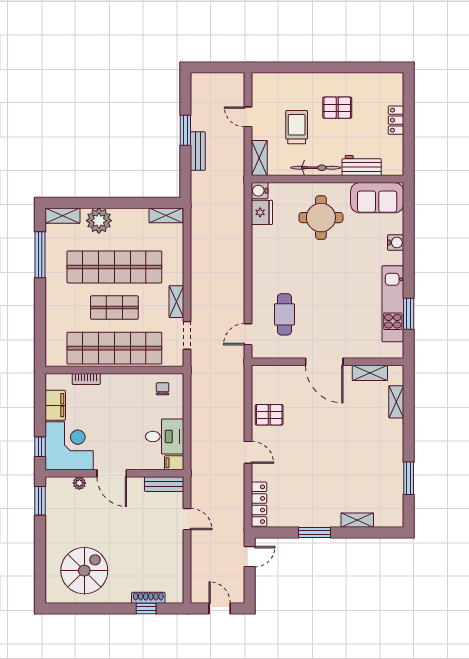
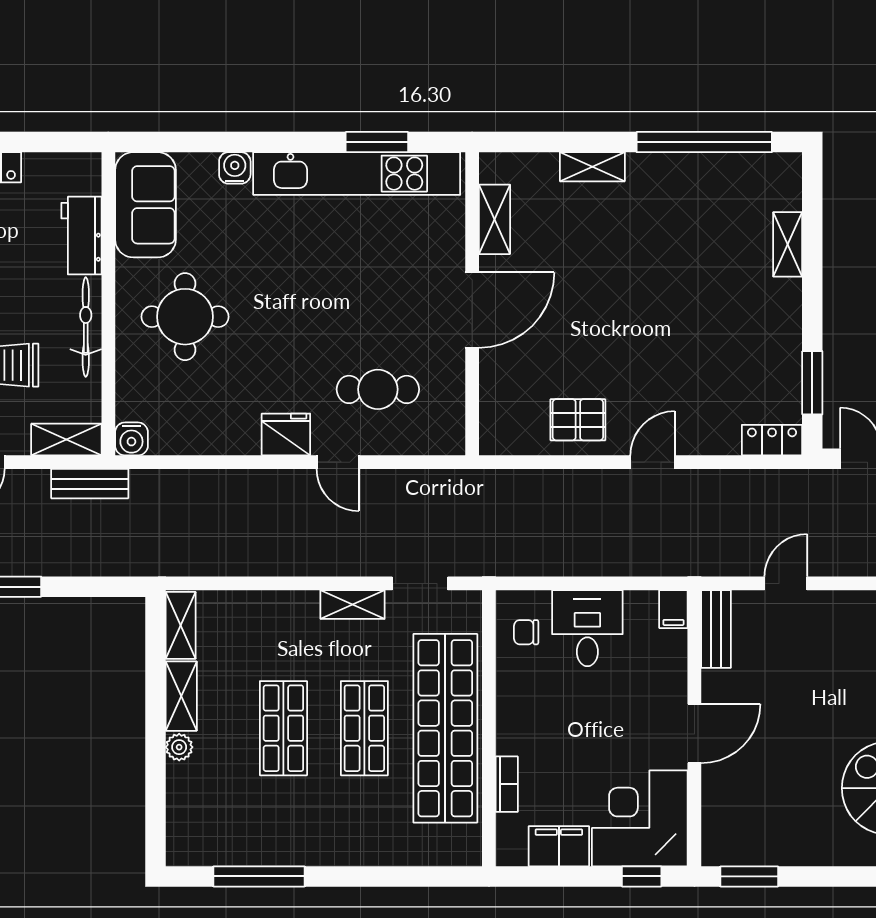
bench: (198, 151) -> (90, 484), moved
fridge: (262, 212) -> (286, 434), moved
shelving: (62, 216) -> (181, 696), moved
plant: (99, 221) -> (179, 747), width x0.53, depth x0.53
shop shelf: (114, 267) -> (283, 728), width x0.50, depth x0.74
kitchen unit: (393, 304) -> (357, 174), width x1.36
door: (248, 334) -> (338, 462), moved
shelving: (396, 402) -> (592, 167), moved
pallet: (269, 415) -> (578, 420), turned 90
desk: (165, 436) -> (587, 628), moved
window: (409, 478) -> (704, 142), width x2.11
plant: (79, 483) -> (714, 798), removed
locker: (259, 504) -> (772, 440), width x0.66
window: (314, 532) -> (812, 383), moved

